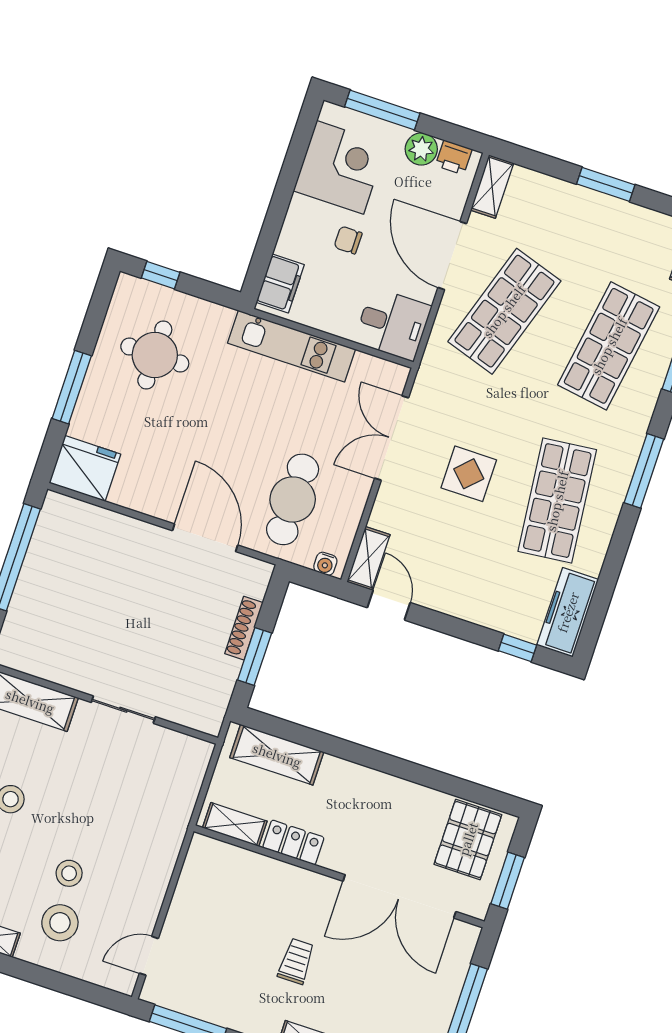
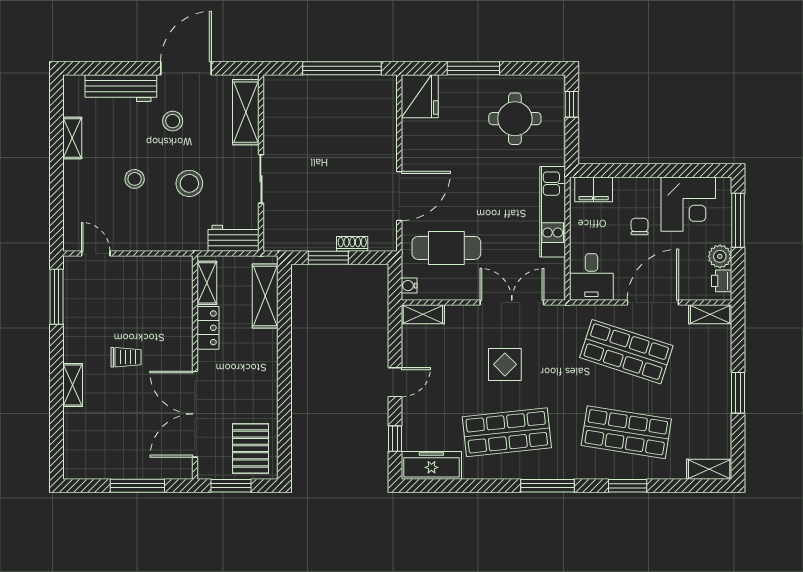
door: (389, 605) -> (395, 382), moved
shoe rack: (244, 628) -> (352, 244), width x0.70
workbench: (189, 771) -> (233, 238), added
pallet: (468, 839) -> (250, 449), turned 90
stool: (60, 923) -> (189, 183), moved

